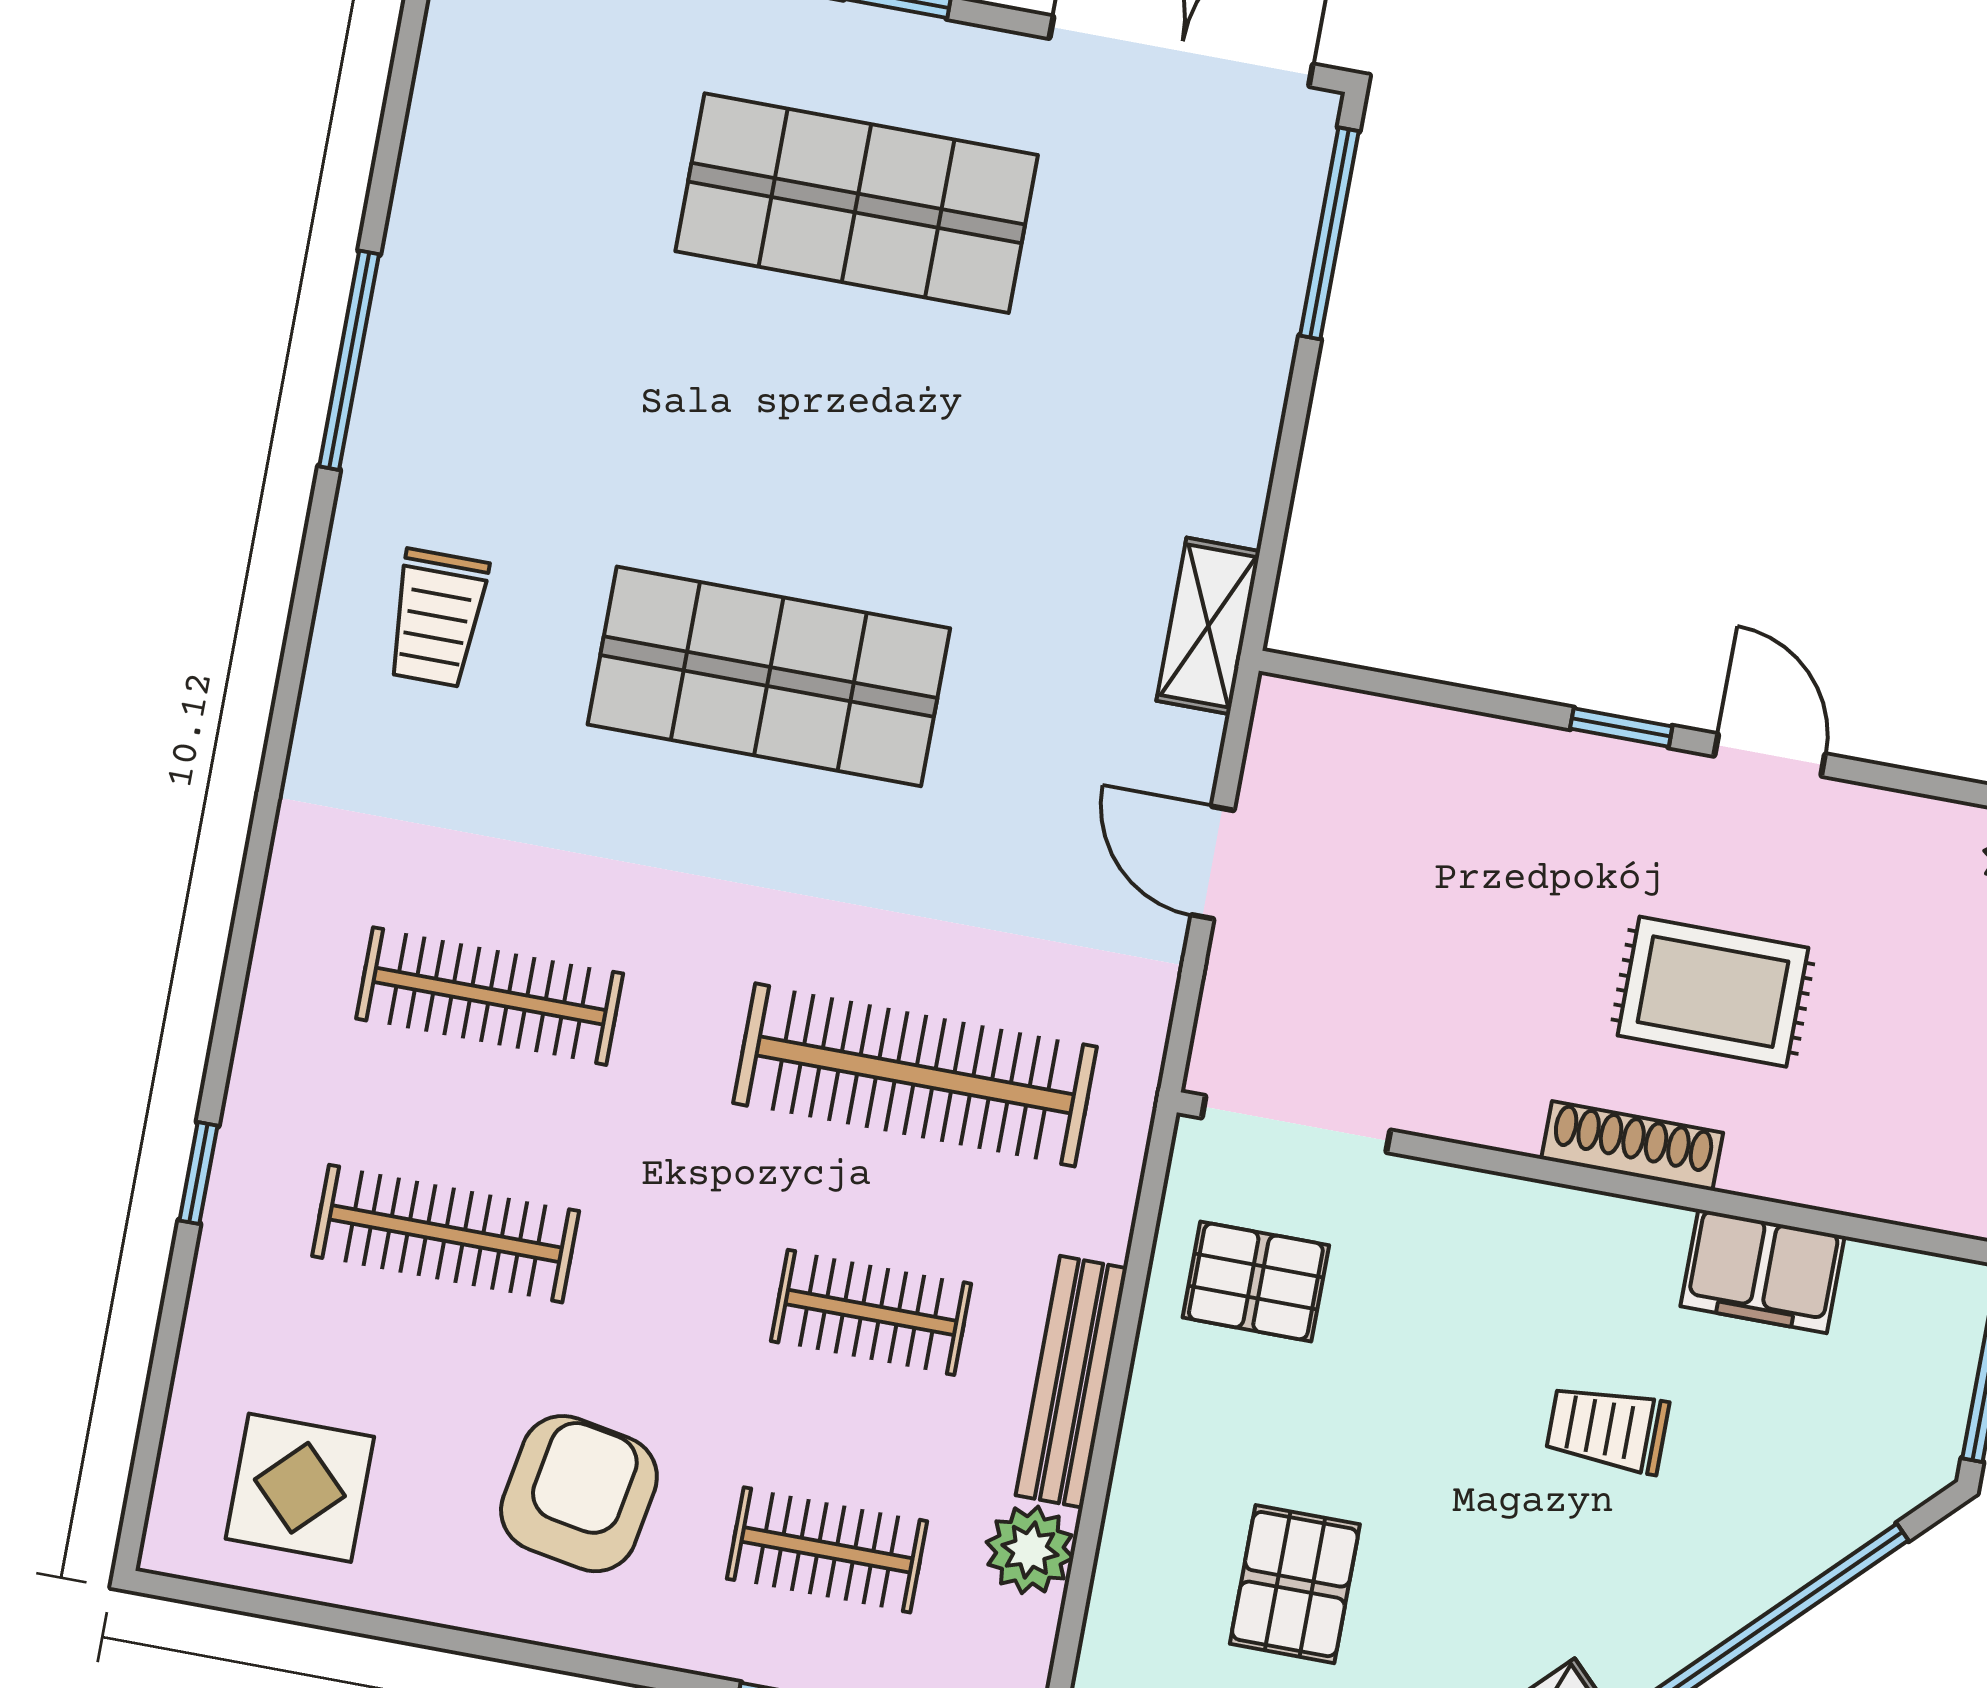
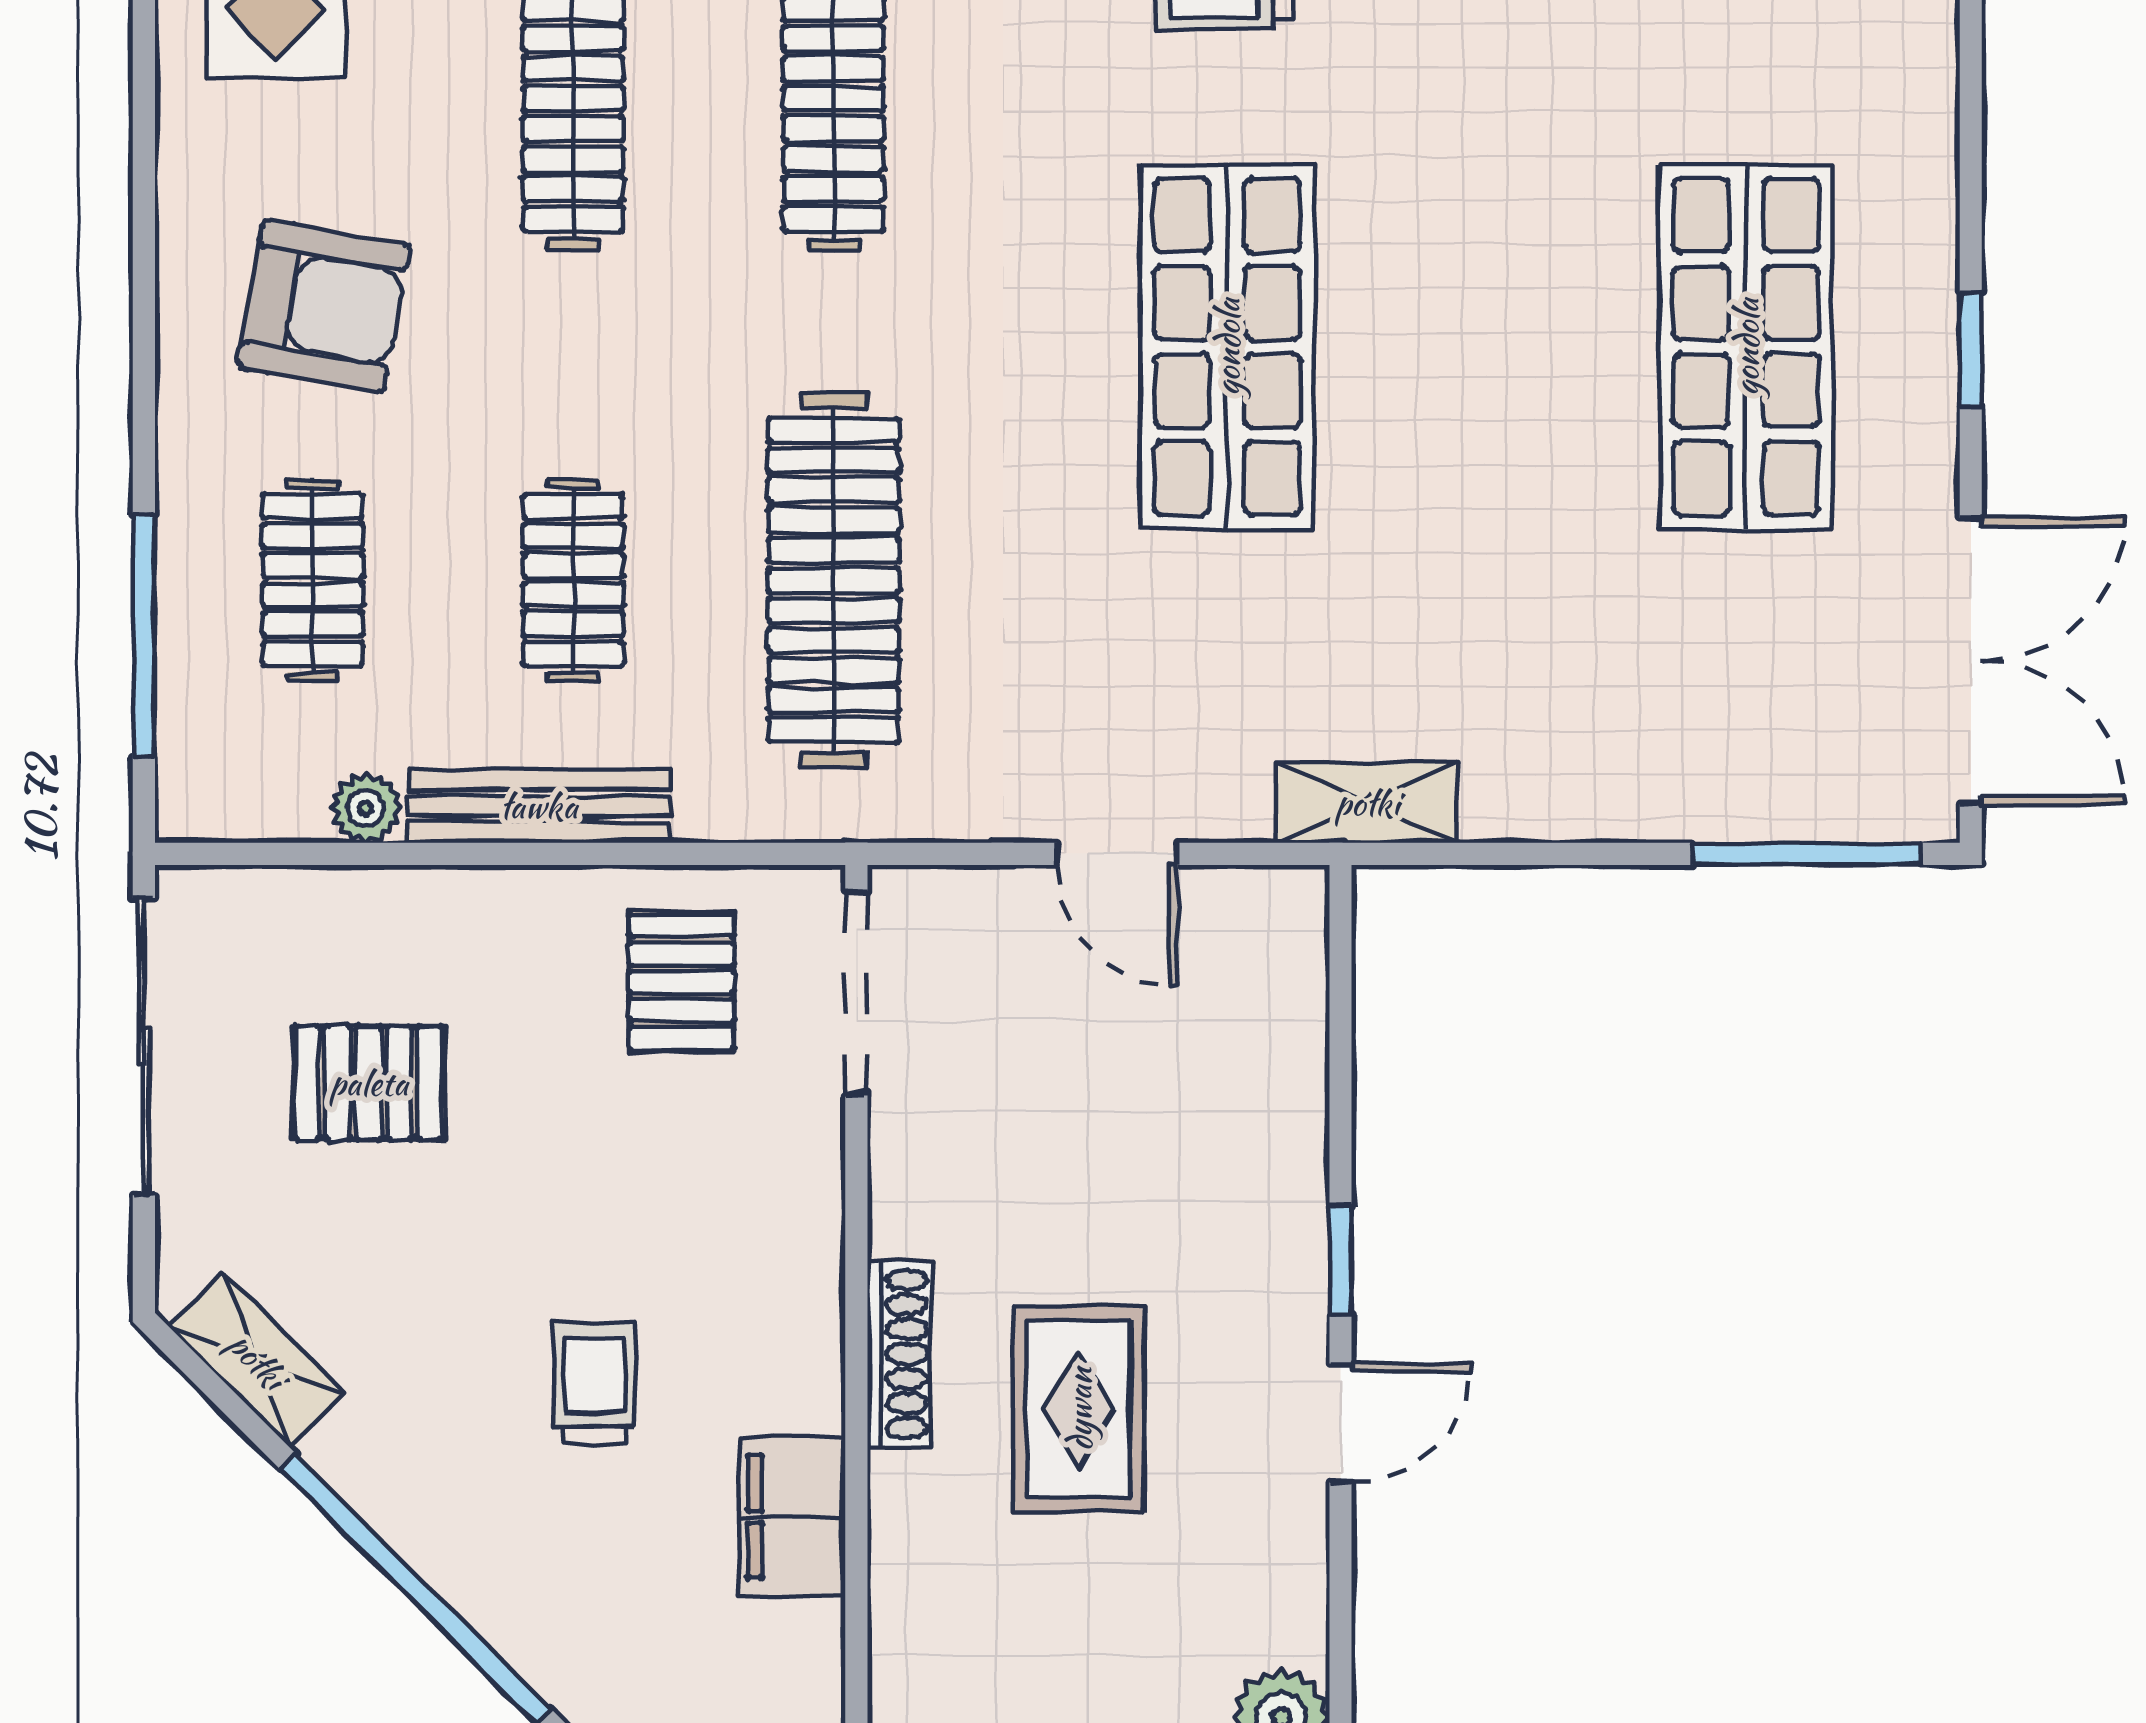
door: (1213, 863) -> (1117, 854), swing flipped
plant: (1030, 1550) -> (366, 808), width x0.73, depth x0.73

